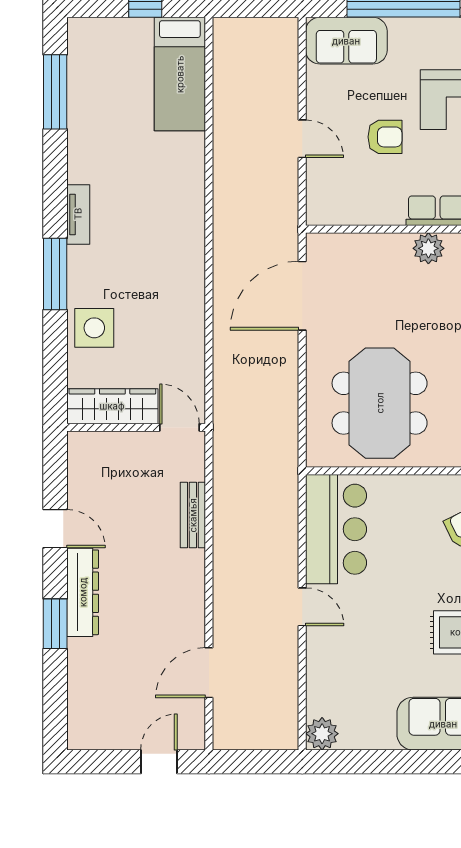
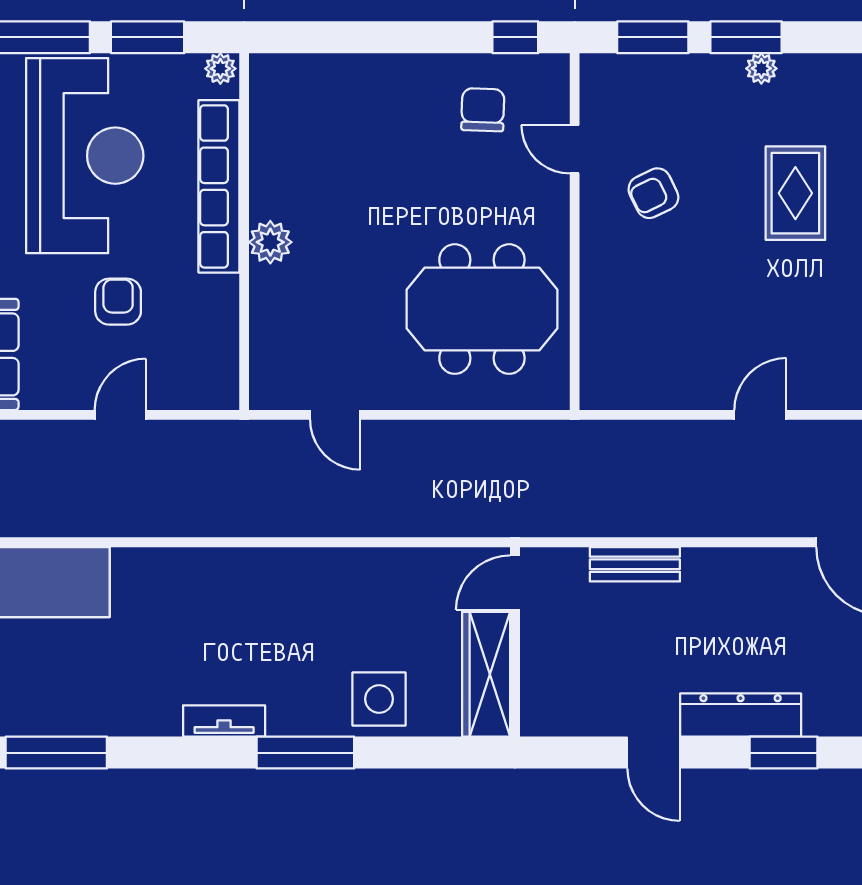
door: (302, 296) -> (335, 415), width x0.53
door: (55, 529) -> (654, 753), swing flipped
bar counter: (336, 529) -> (654, 368), removed

